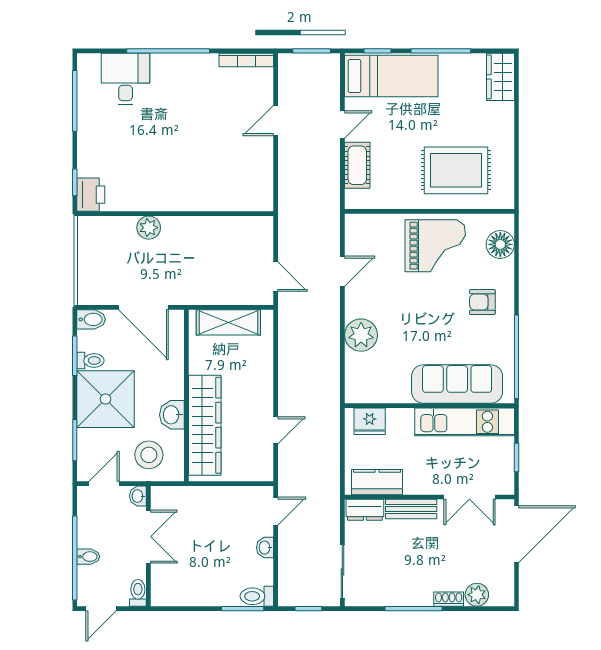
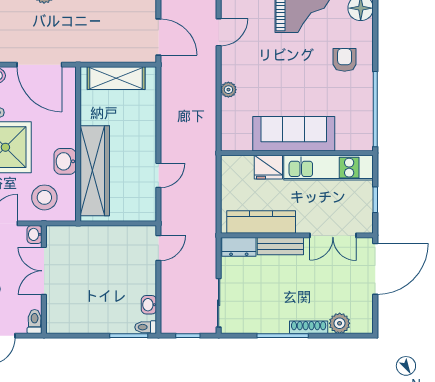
door: (276, 277) -> (158, 37), width x1.38
armchair: (482, 302) -> (345, 60), turned 90
plant: (361, 335) -> (228, 90), width x0.53, depth x0.53
sofa: (457, 384) -> (294, 134), moved
fridge: (370, 421) -> (268, 167), moved
kitchen counter: (377, 482) -> (261, 222), width x1.50
double door: (148, 537) -> (44, 271), swing flipped
washbasin: (265, 548) -> (149, 305), moved
toilet: (257, 596) -> (146, 327), width x0.73, depth x0.72
shoe rack: (449, 599) -> (309, 327), width x1.43

